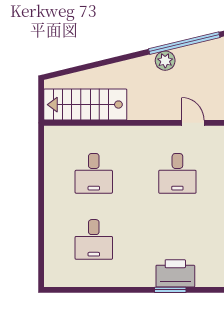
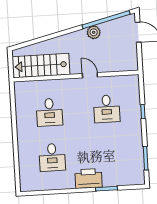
door: (193, 123) -> (90, 75), moved
printer: (175, 273) -> (89, 178), moved

